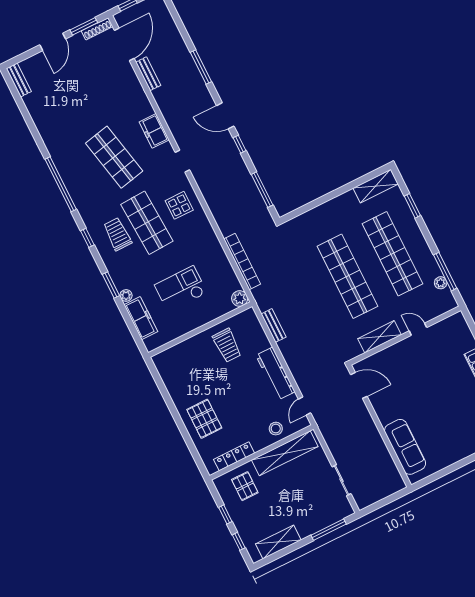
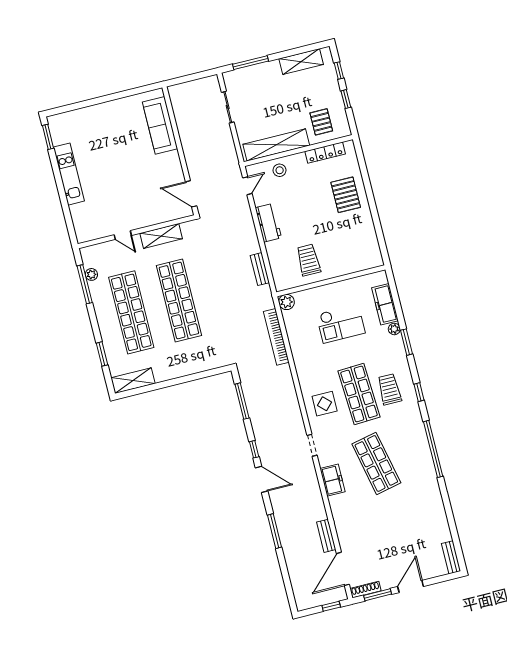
trolley: (118, 234) -> (389, 389), turned 180
workbench: (275, 374) -> (268, 223), width x0.73

